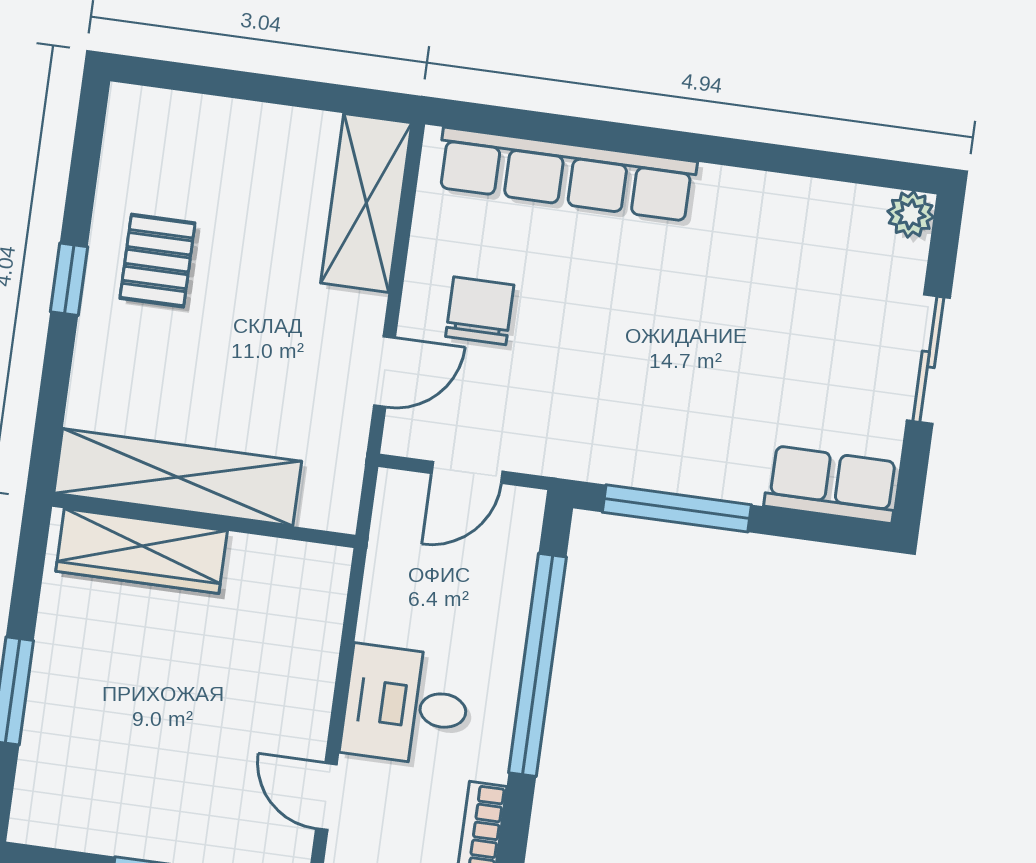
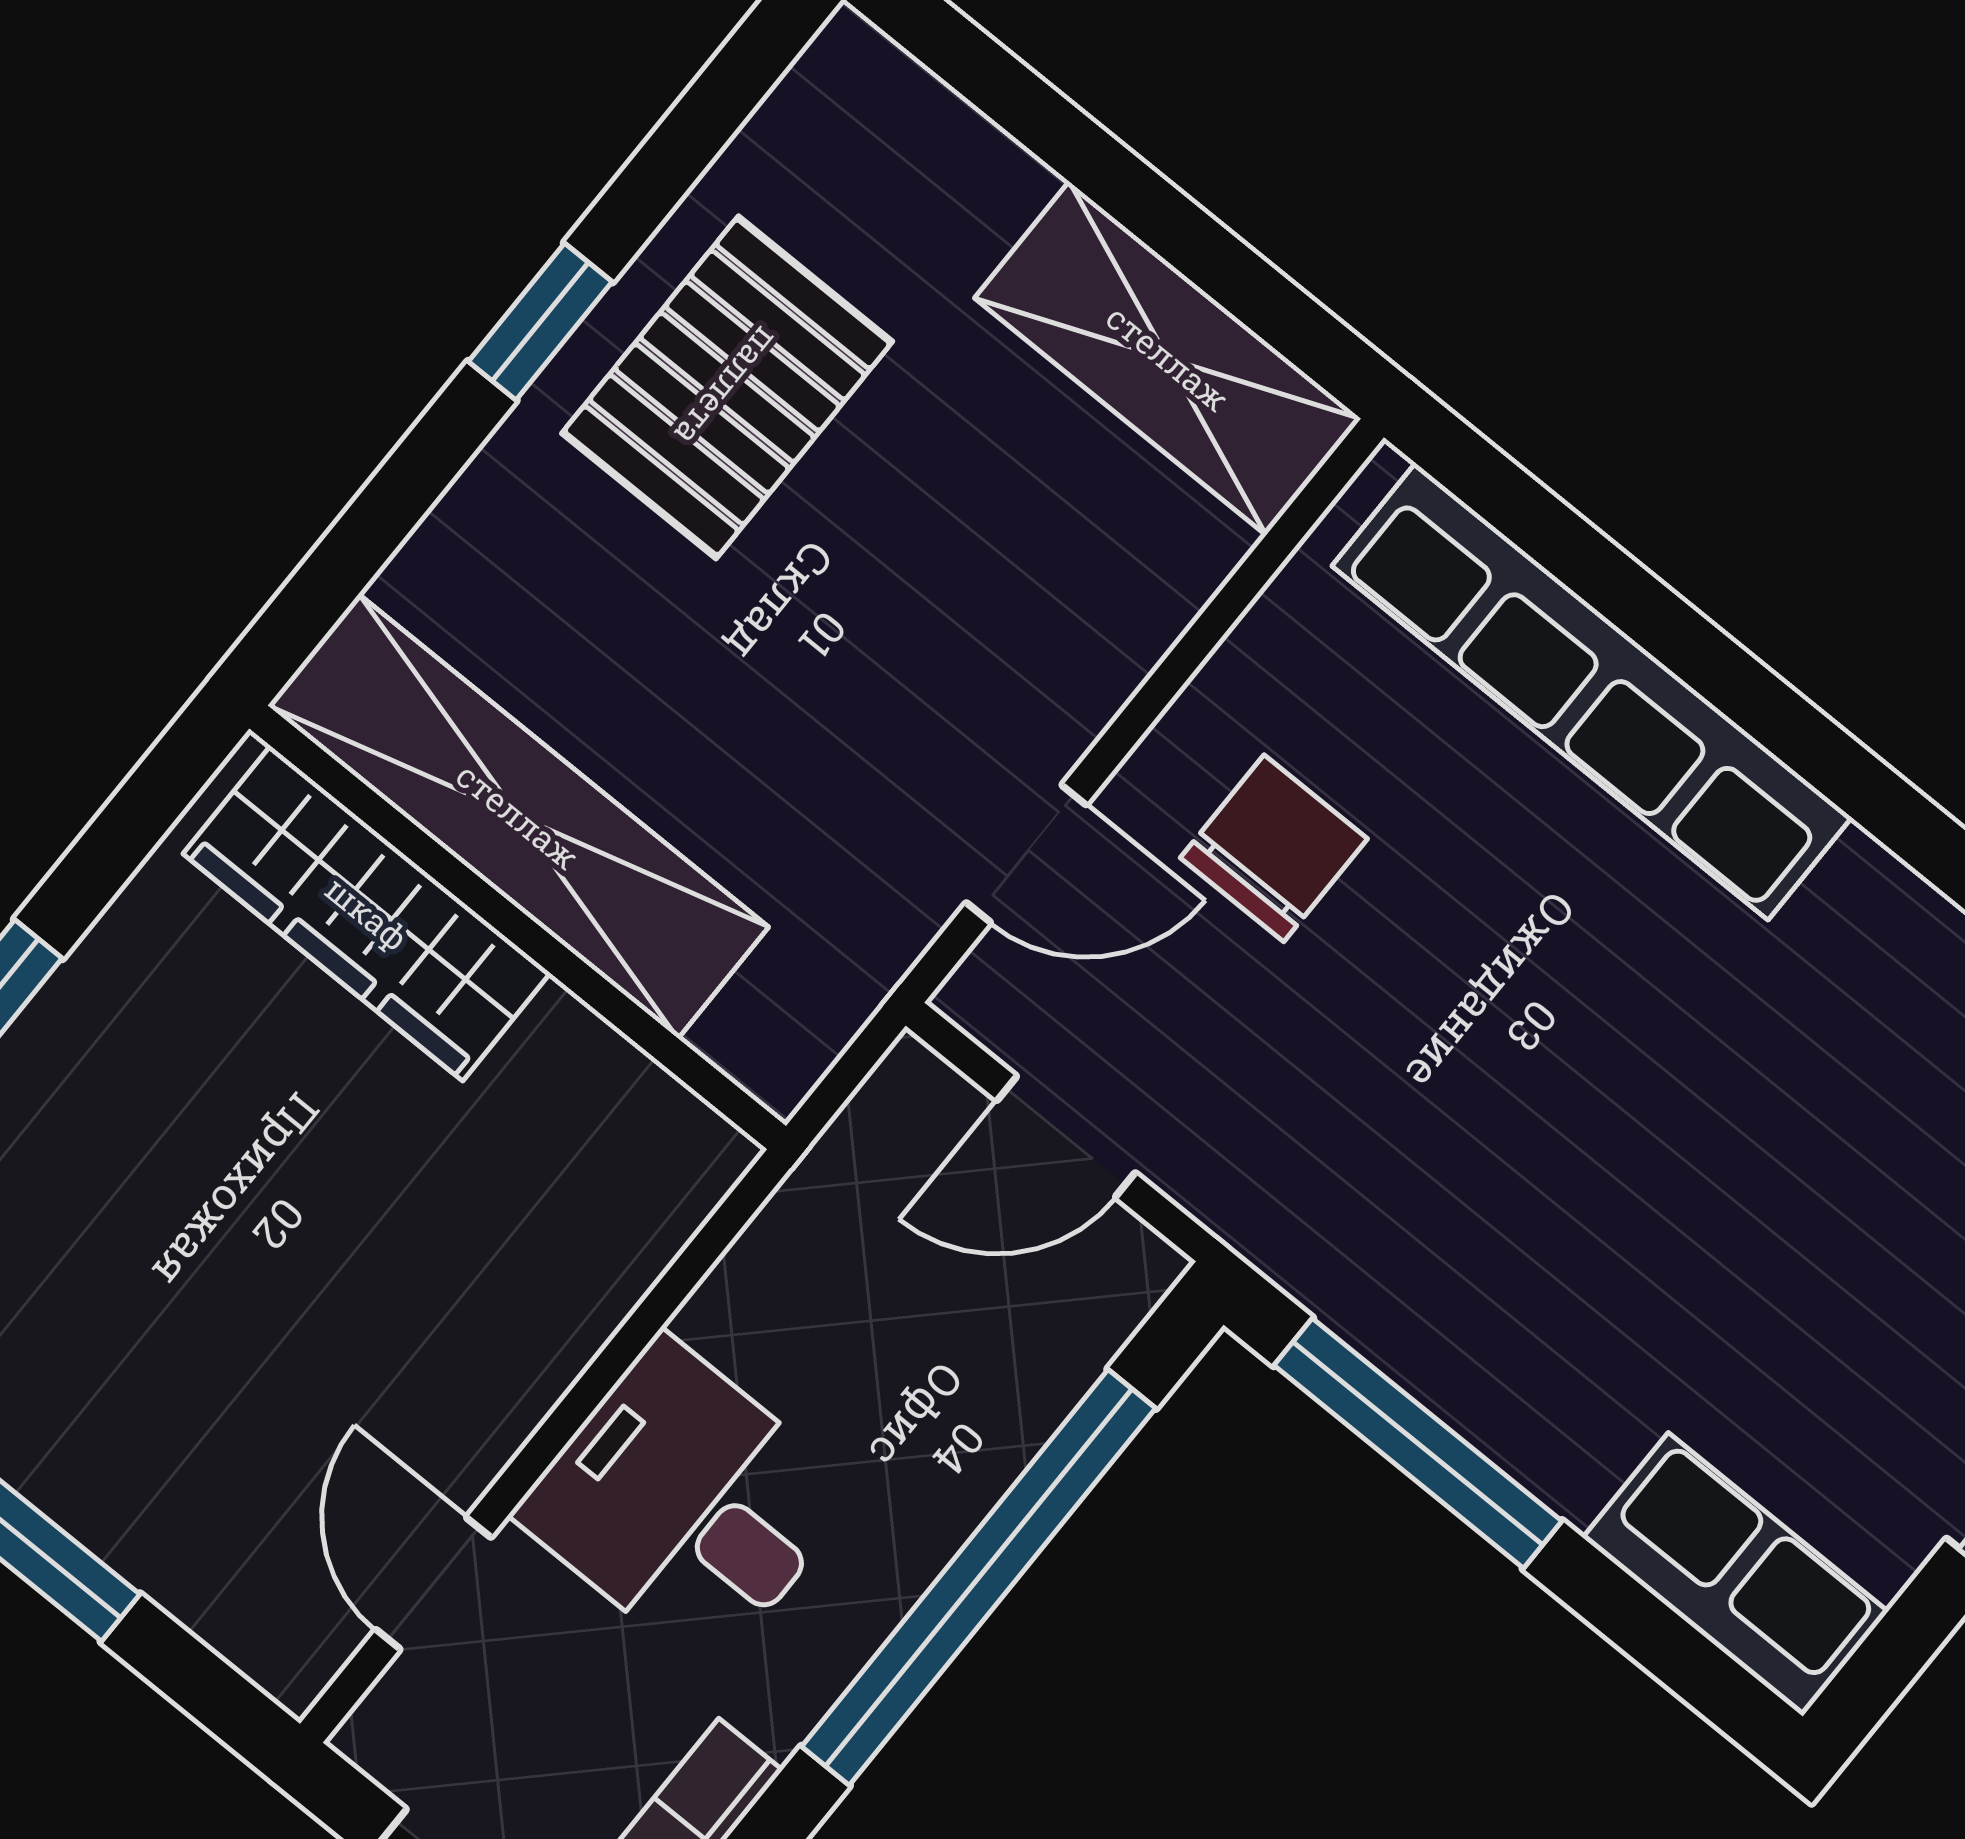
shelving: (366, 203) -> (1168, 358), moved, turned 90
pallet: (157, 261) -> (727, 387), width x1.50, depth x1.42

